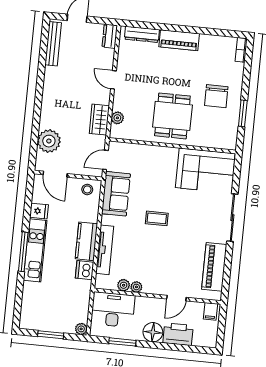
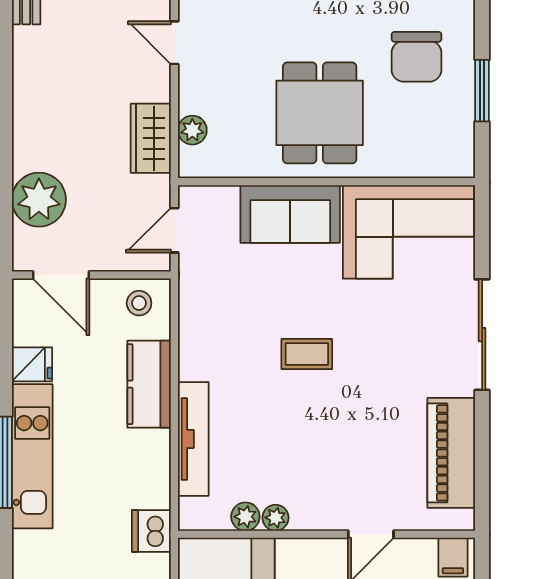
sofa: (116, 194) -> (290, 214), moved, turned 90
kitchen counter: (86, 241) -> (149, 384), moved
dishwasher: (85, 270) -> (151, 531), moved

